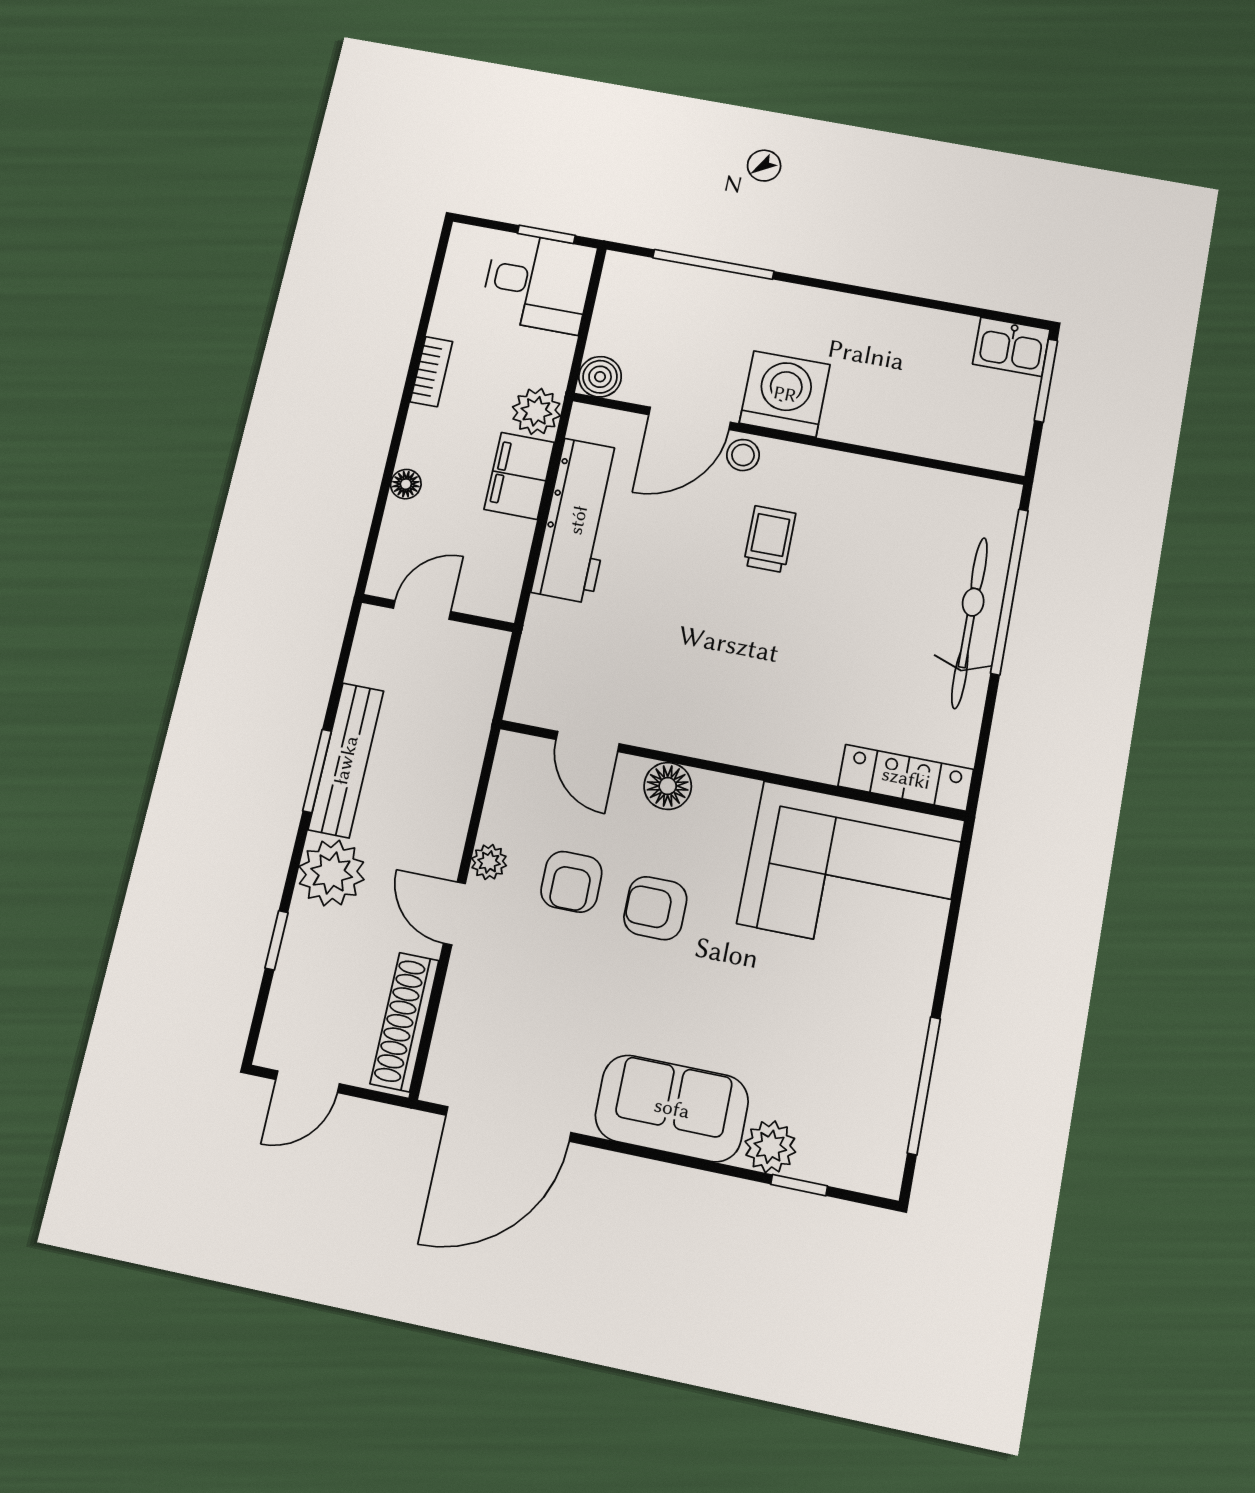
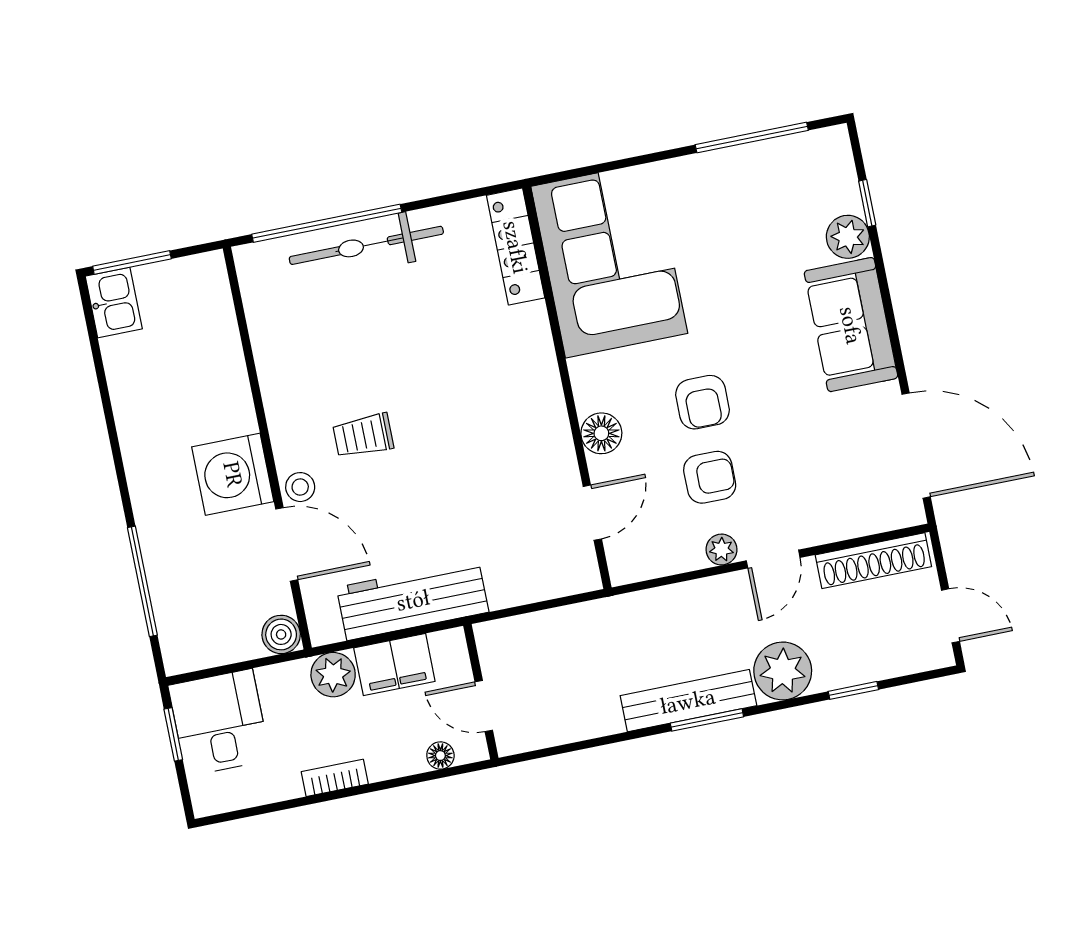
door: (422, 610) -> (484, 706), moved
wall: (438, 613) -> (481, 692), moved

